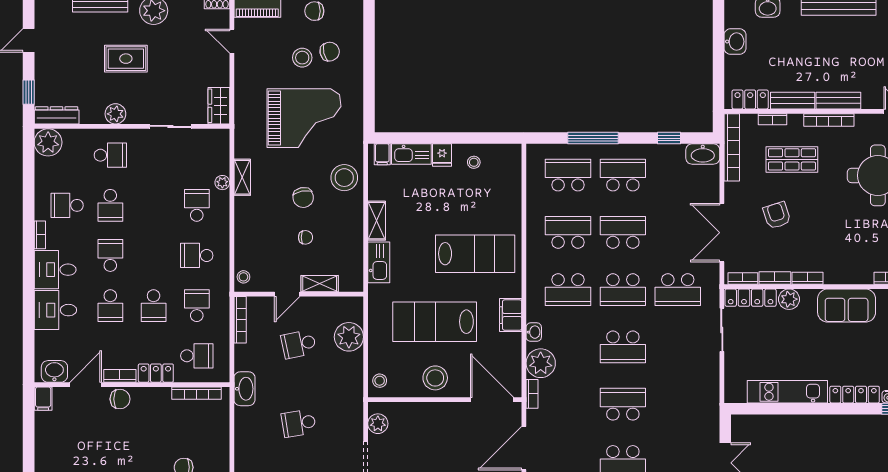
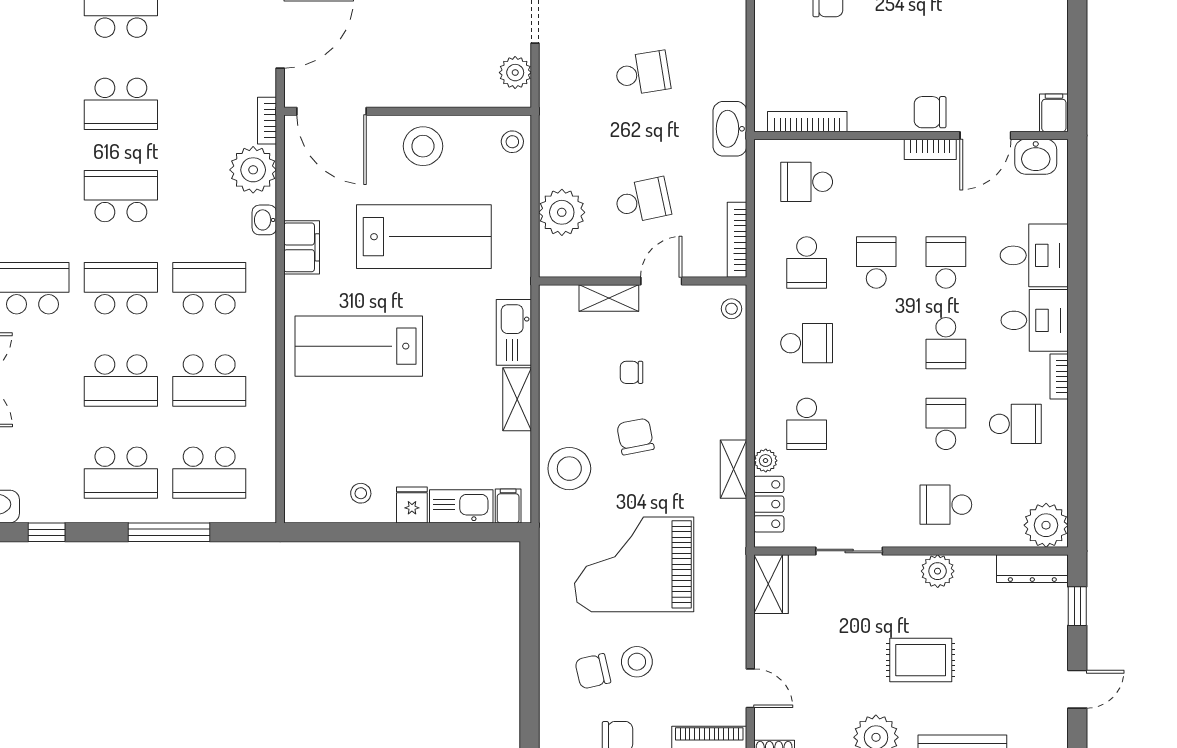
locker: (156, 373) -> (769, 504), moved, turned -90

